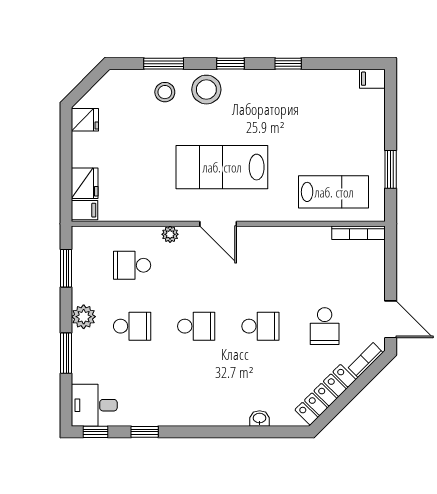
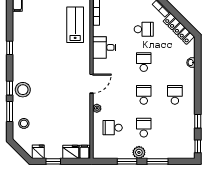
window: (230, 64) -> (10, 88), moved
stool: (165, 92) -> (24, 123), moved
window: (66, 149) -> (53, 161), added
lab bench: (222, 167) -> (62, 82), removed
school desk: (132, 265) -> (113, 128), turned 90
window: (66, 268) -> (127, 161), moved
school desk: (196, 387) -> (175, 95), added
desk: (94, 405) -> (104, 47), moved, turned 90

